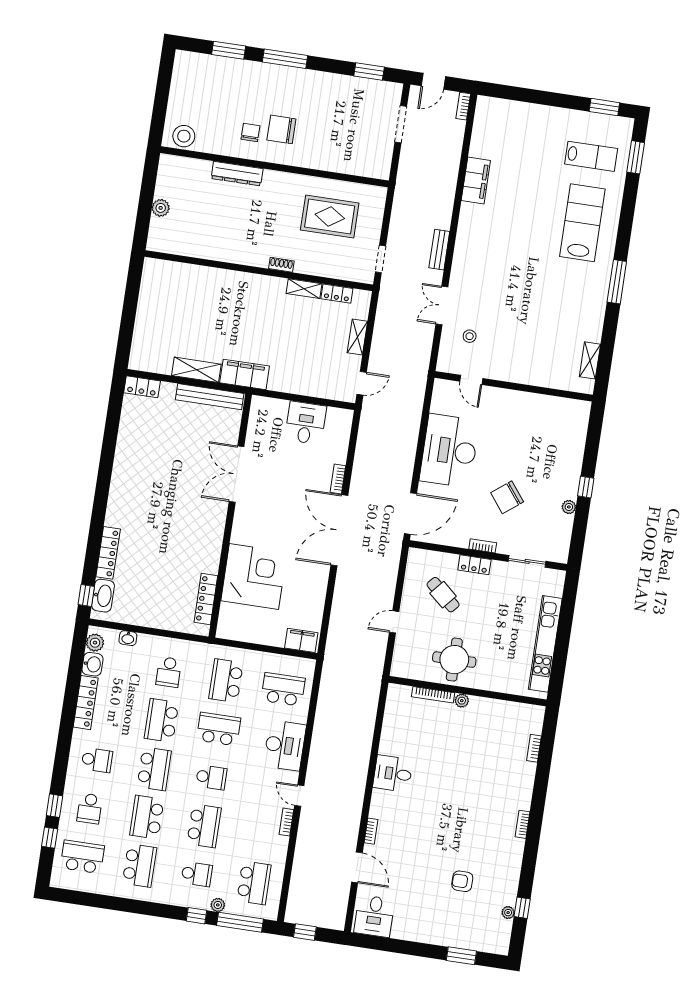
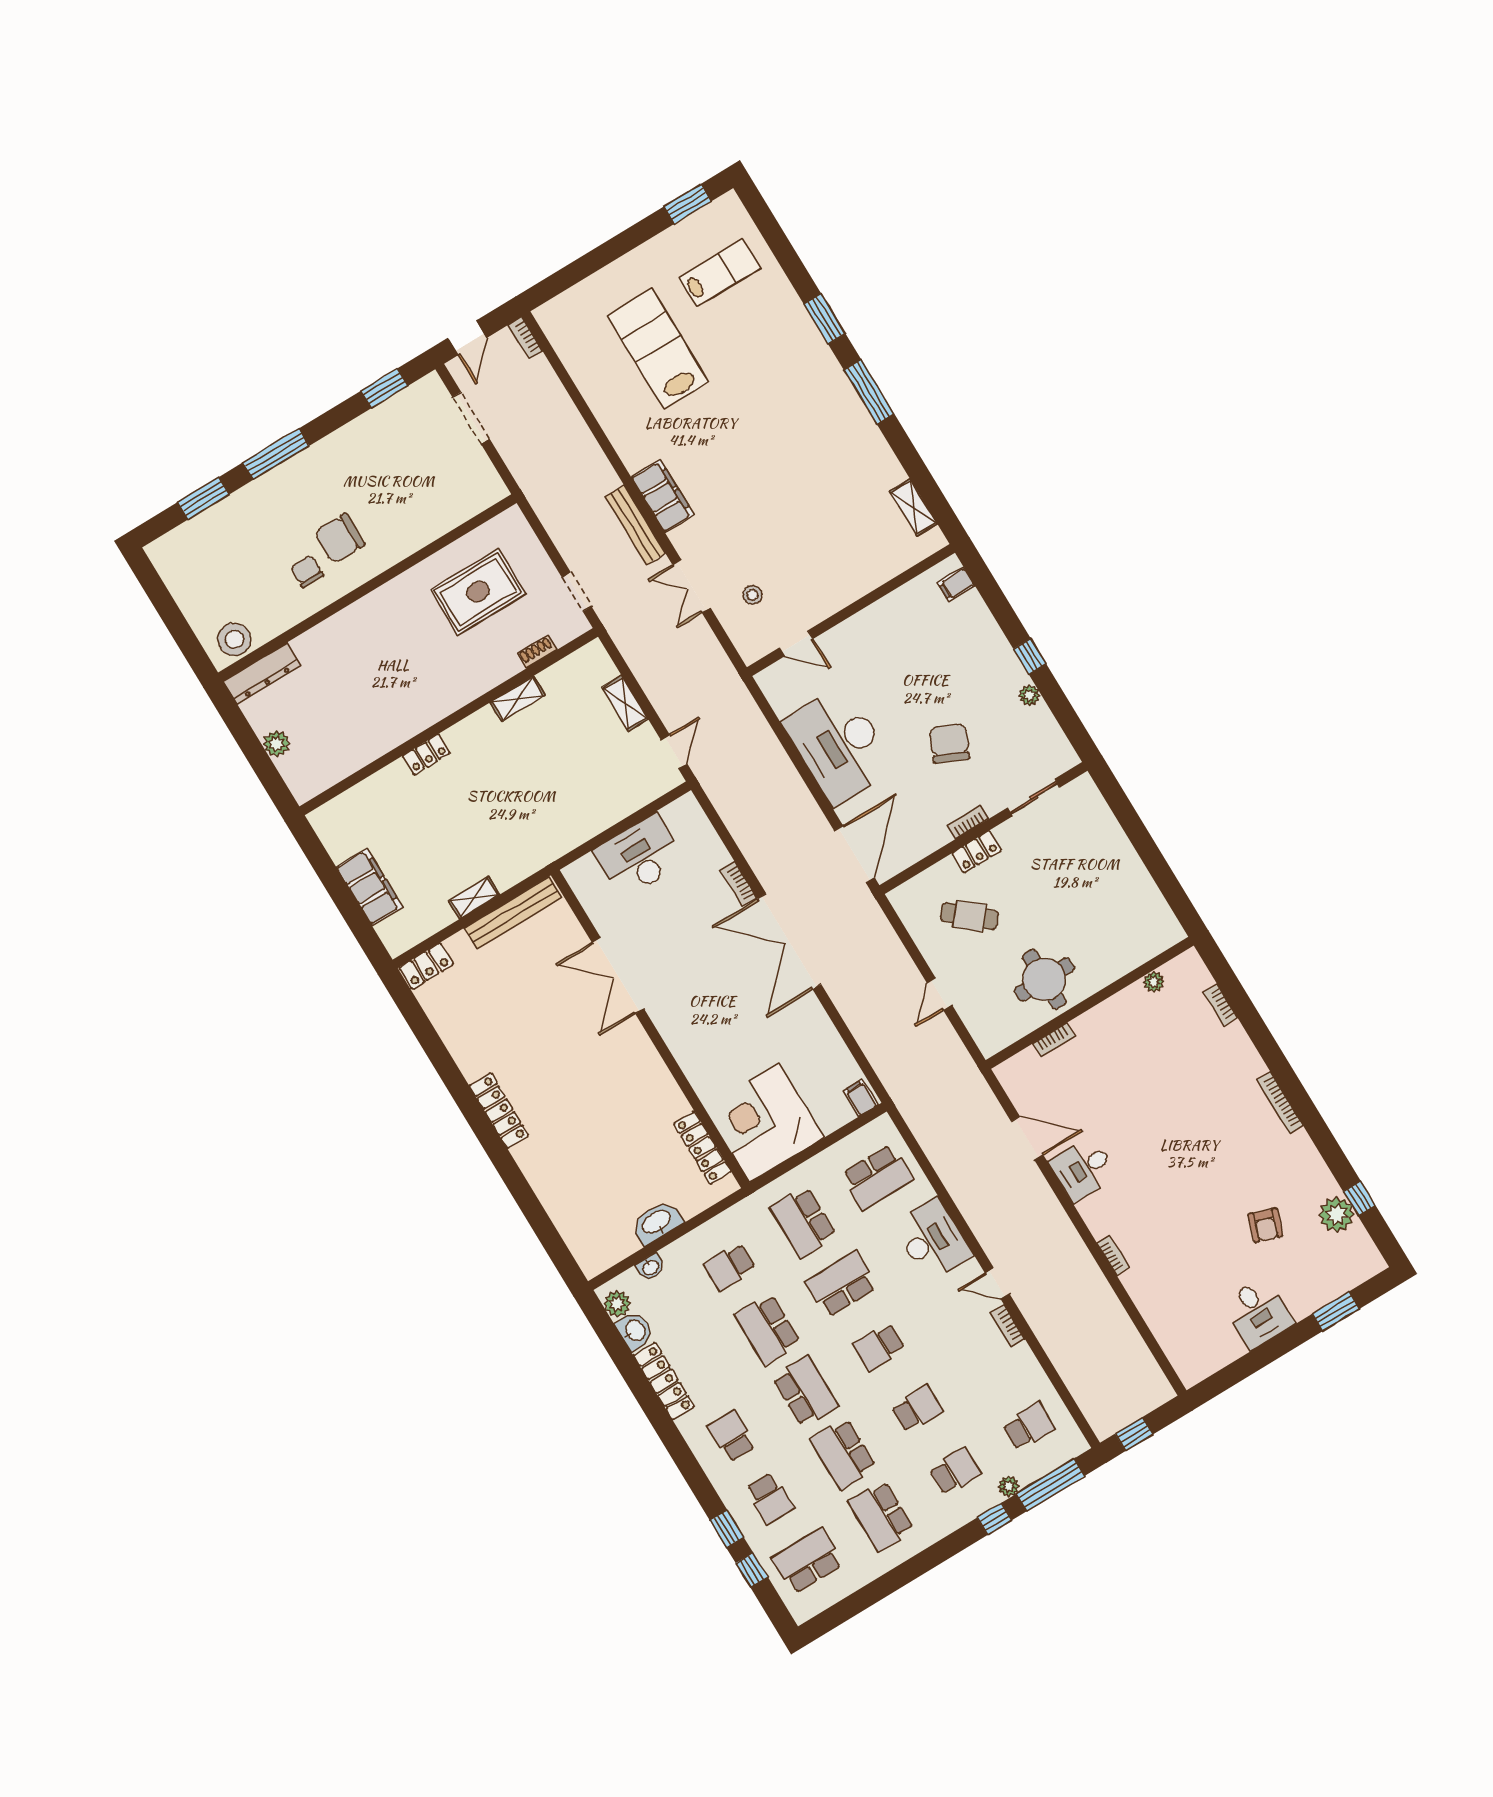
window: (636, 157) -> (825, 319), moved
dresser: (237, 174) -> (262, 673), moved
filing cabinet: (476, 180) -> (663, 496), moved
lab bench: (582, 223) -> (658, 349), moved
bench: (439, 250) -> (635, 525), width x1.36
shoe rack: (281, 265) -> (537, 652), moved
locker: (337, 294) -> (426, 754), moved
shelving: (196, 370) -> (474, 898), width x0.67, depth x0.75
filing cabinet: (245, 374) -> (369, 887), moved, turned 90
filing cabinet: (579, 418) -> (956, 584), added
desk: (306, 423) -> (639, 856), width x1.37
chair: (507, 497) -> (950, 743), turned 152
locker: (108, 553) -> (499, 1111), moved
corner desk: (254, 576) -> (764, 1123), moved, turned -90
window: (86, 596) -> (562, 1258), removed
washbasin: (103, 596) -> (657, 1222), moved, turned -90
filing cabinet: (301, 640) -> (861, 1098), width x0.50
kitchen unit: (545, 644) -> (1133, 874), removed
school desk: (169, 672) -> (730, 1267), turned 90
school desk: (283, 689) -> (877, 1177), turned 180
bookcase: (433, 695) -> (1054, 1040), width x0.64
plant: (462, 701) -> (1154, 982), moved
school desk: (97, 760) -> (732, 1436), turned -90
school desk: (211, 777) -> (879, 1347), turned 180
bookcase: (522, 824) -> (1280, 1103), width x1.56
school desk: (204, 826) -> (917, 1409), width x0.54
school desk: (140, 865) -> (881, 1516), turned 180
door: (357, 867) -> (1027, 1138), moved
armchair: (462, 881) -> (1266, 1225), turned -71
school desk: (254, 883) -> (1029, 1426), width x0.54
plant: (508, 913) -> (1337, 1215), width x1.87, depth x1.87
desk: (374, 916) -> (1258, 1313), moved

